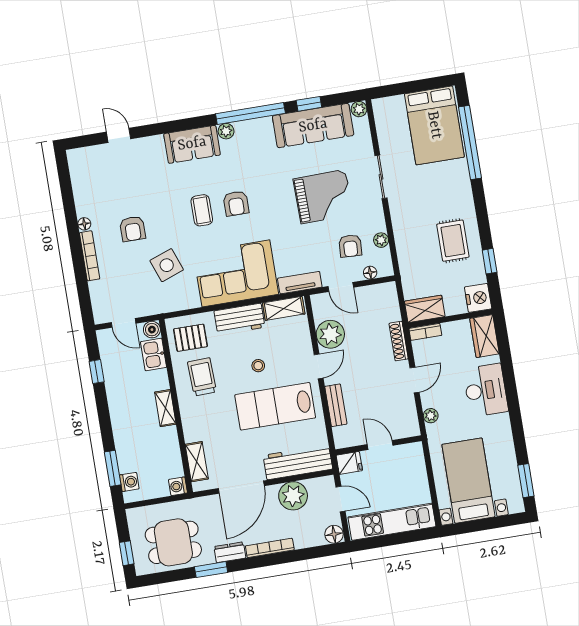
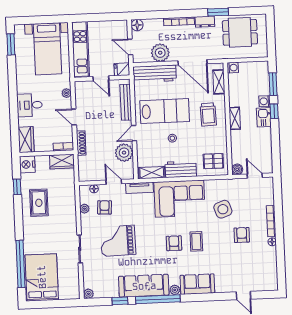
sofa: (313, 126) -> (144, 286), moved
kitchen sink: (154, 354) -> (264, 117), moved, turned 180
window: (97, 372) -> (274, 111), moved
trolley: (202, 377) -> (208, 114), moved
door: (415, 380) -> (74, 117), hinge flipped
desk: (486, 390) -> (30, 105), width x0.73
bench: (336, 405) -> (126, 102), width x1.36
washing machine: (129, 482) -> (265, 101), moved
door: (241, 487) -> (192, 62), swing flipped
kitchen unit: (392, 522) -> (81, 49), moved, turned -90
window: (127, 553) -> (270, 29), removed

